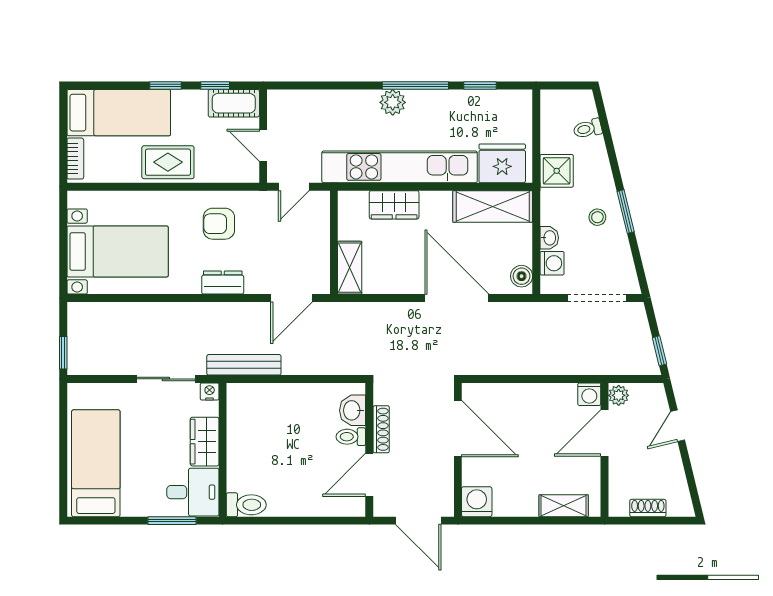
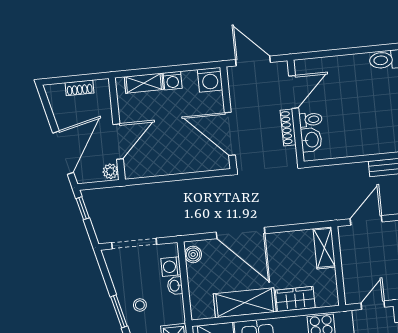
shelving: (493, 206) -> (245, 303), moved
washing machine: (589, 394) -> (173, 81), moved, turned 180
door: (678, 426) -> (63, 153), width x1.87

